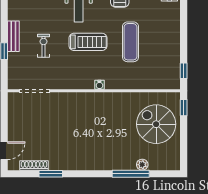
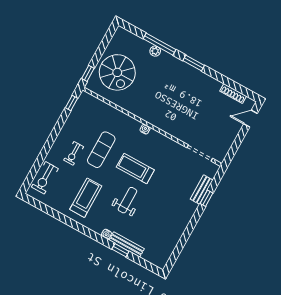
bench: (13, 36) -> (202, 190), moved
exercise bike: (44, 46) -> (74, 153), moved
plant: (142, 165) -> (155, 51), moved
window: (51, 174) -> (194, 63), moved

